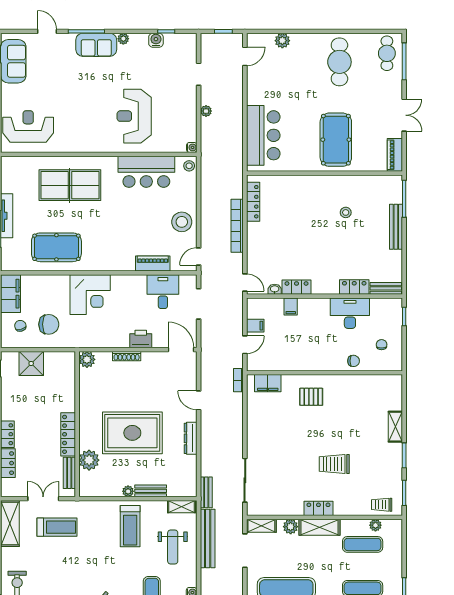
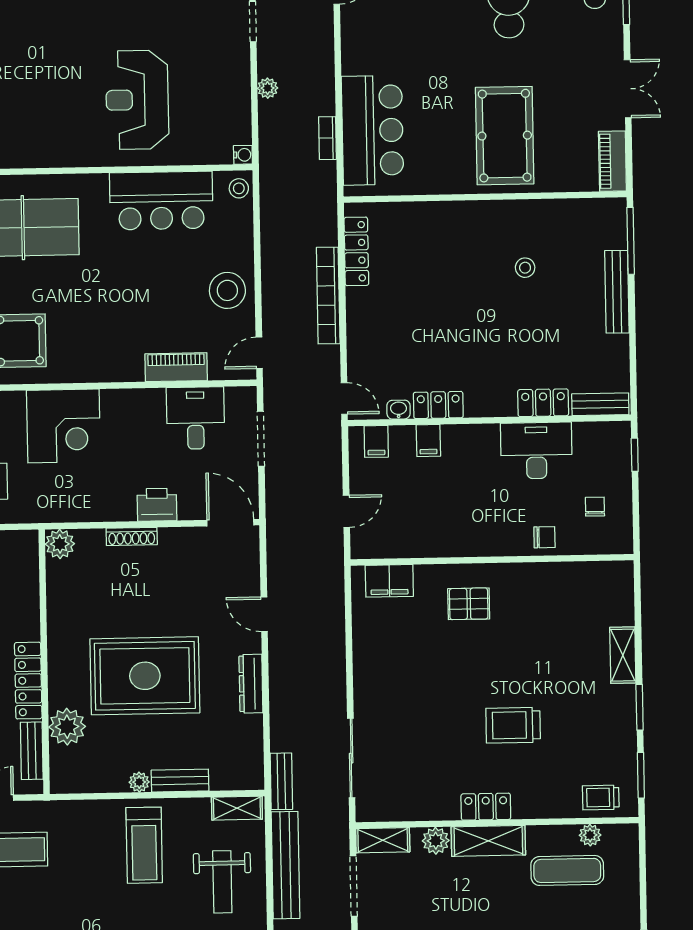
filing cabinet: (255, 326) -> (376, 441), moved, turned 90
bookcase: (238, 380) -> (328, 138), moved

